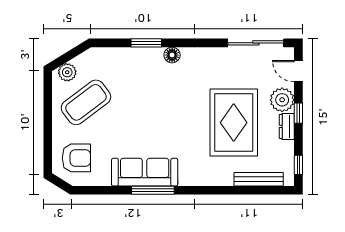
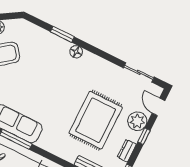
sliding door: (256, 43) -> (139, 72), width x0.73
dresser: (287, 126) -> (127, 151), moved

